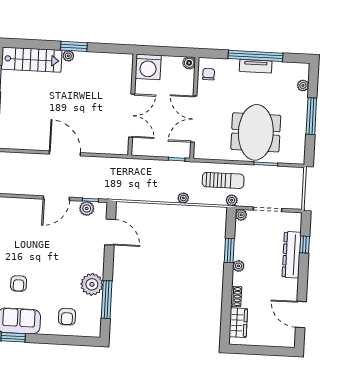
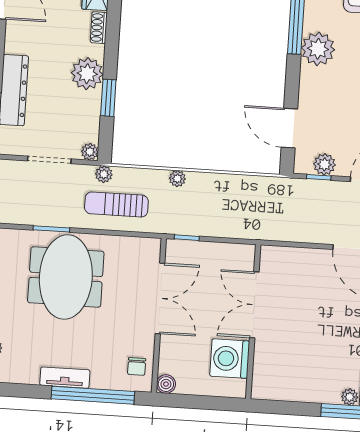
window: (256, 56) -> (93, 395), moved
washing machine: (148, 67) -> (230, 359), moved, turned -90
plant: (238, 266) -> (87, 74), width x1.88, depth x1.88

